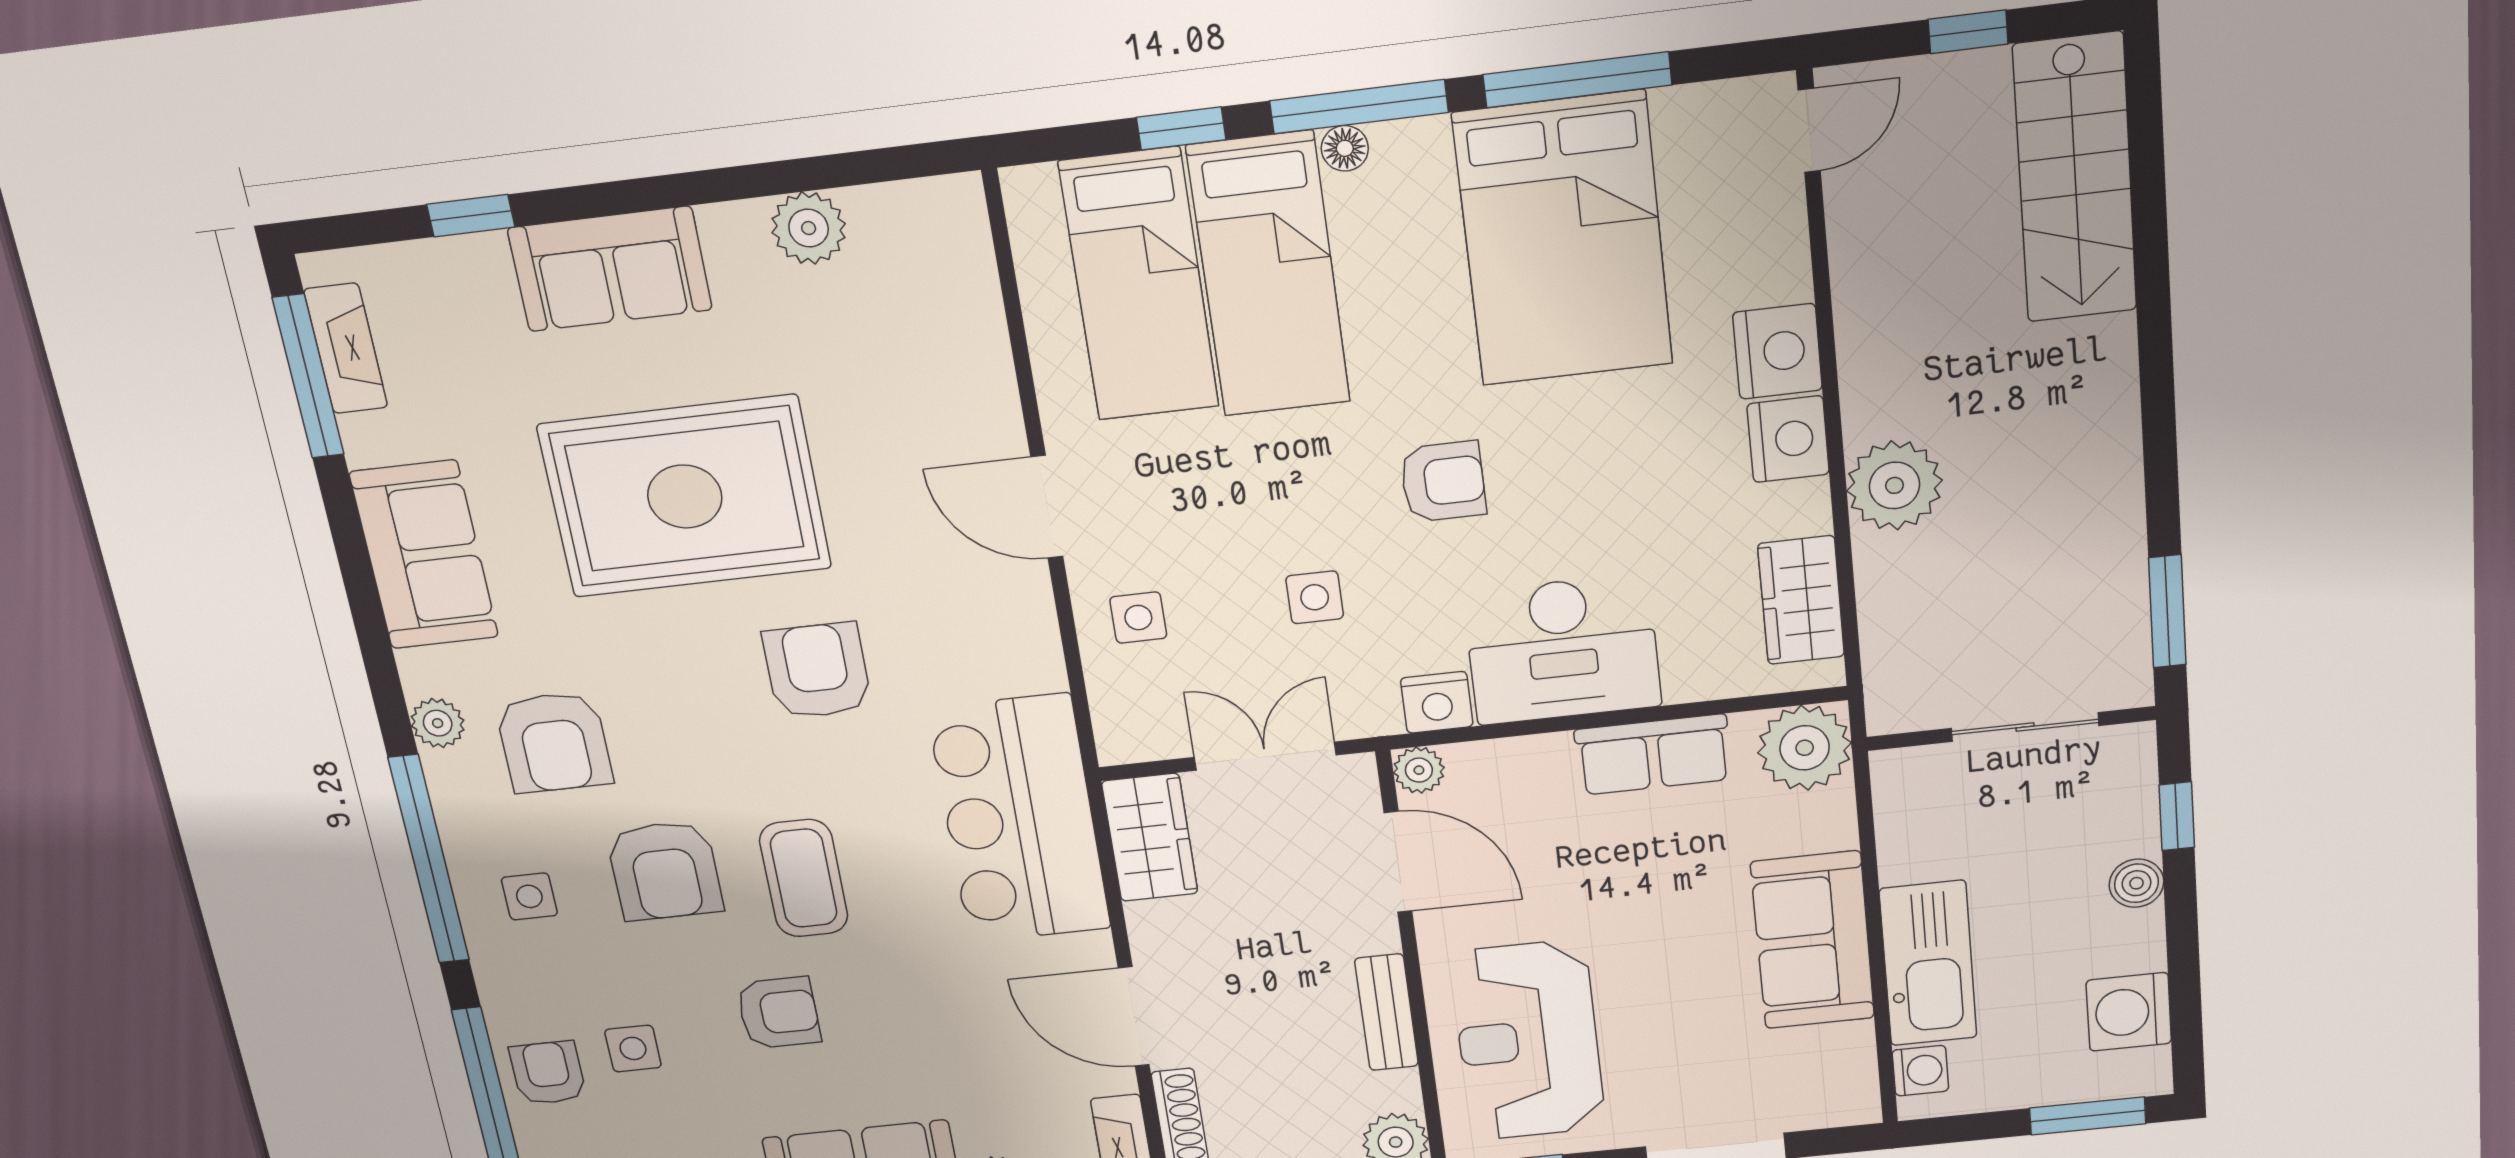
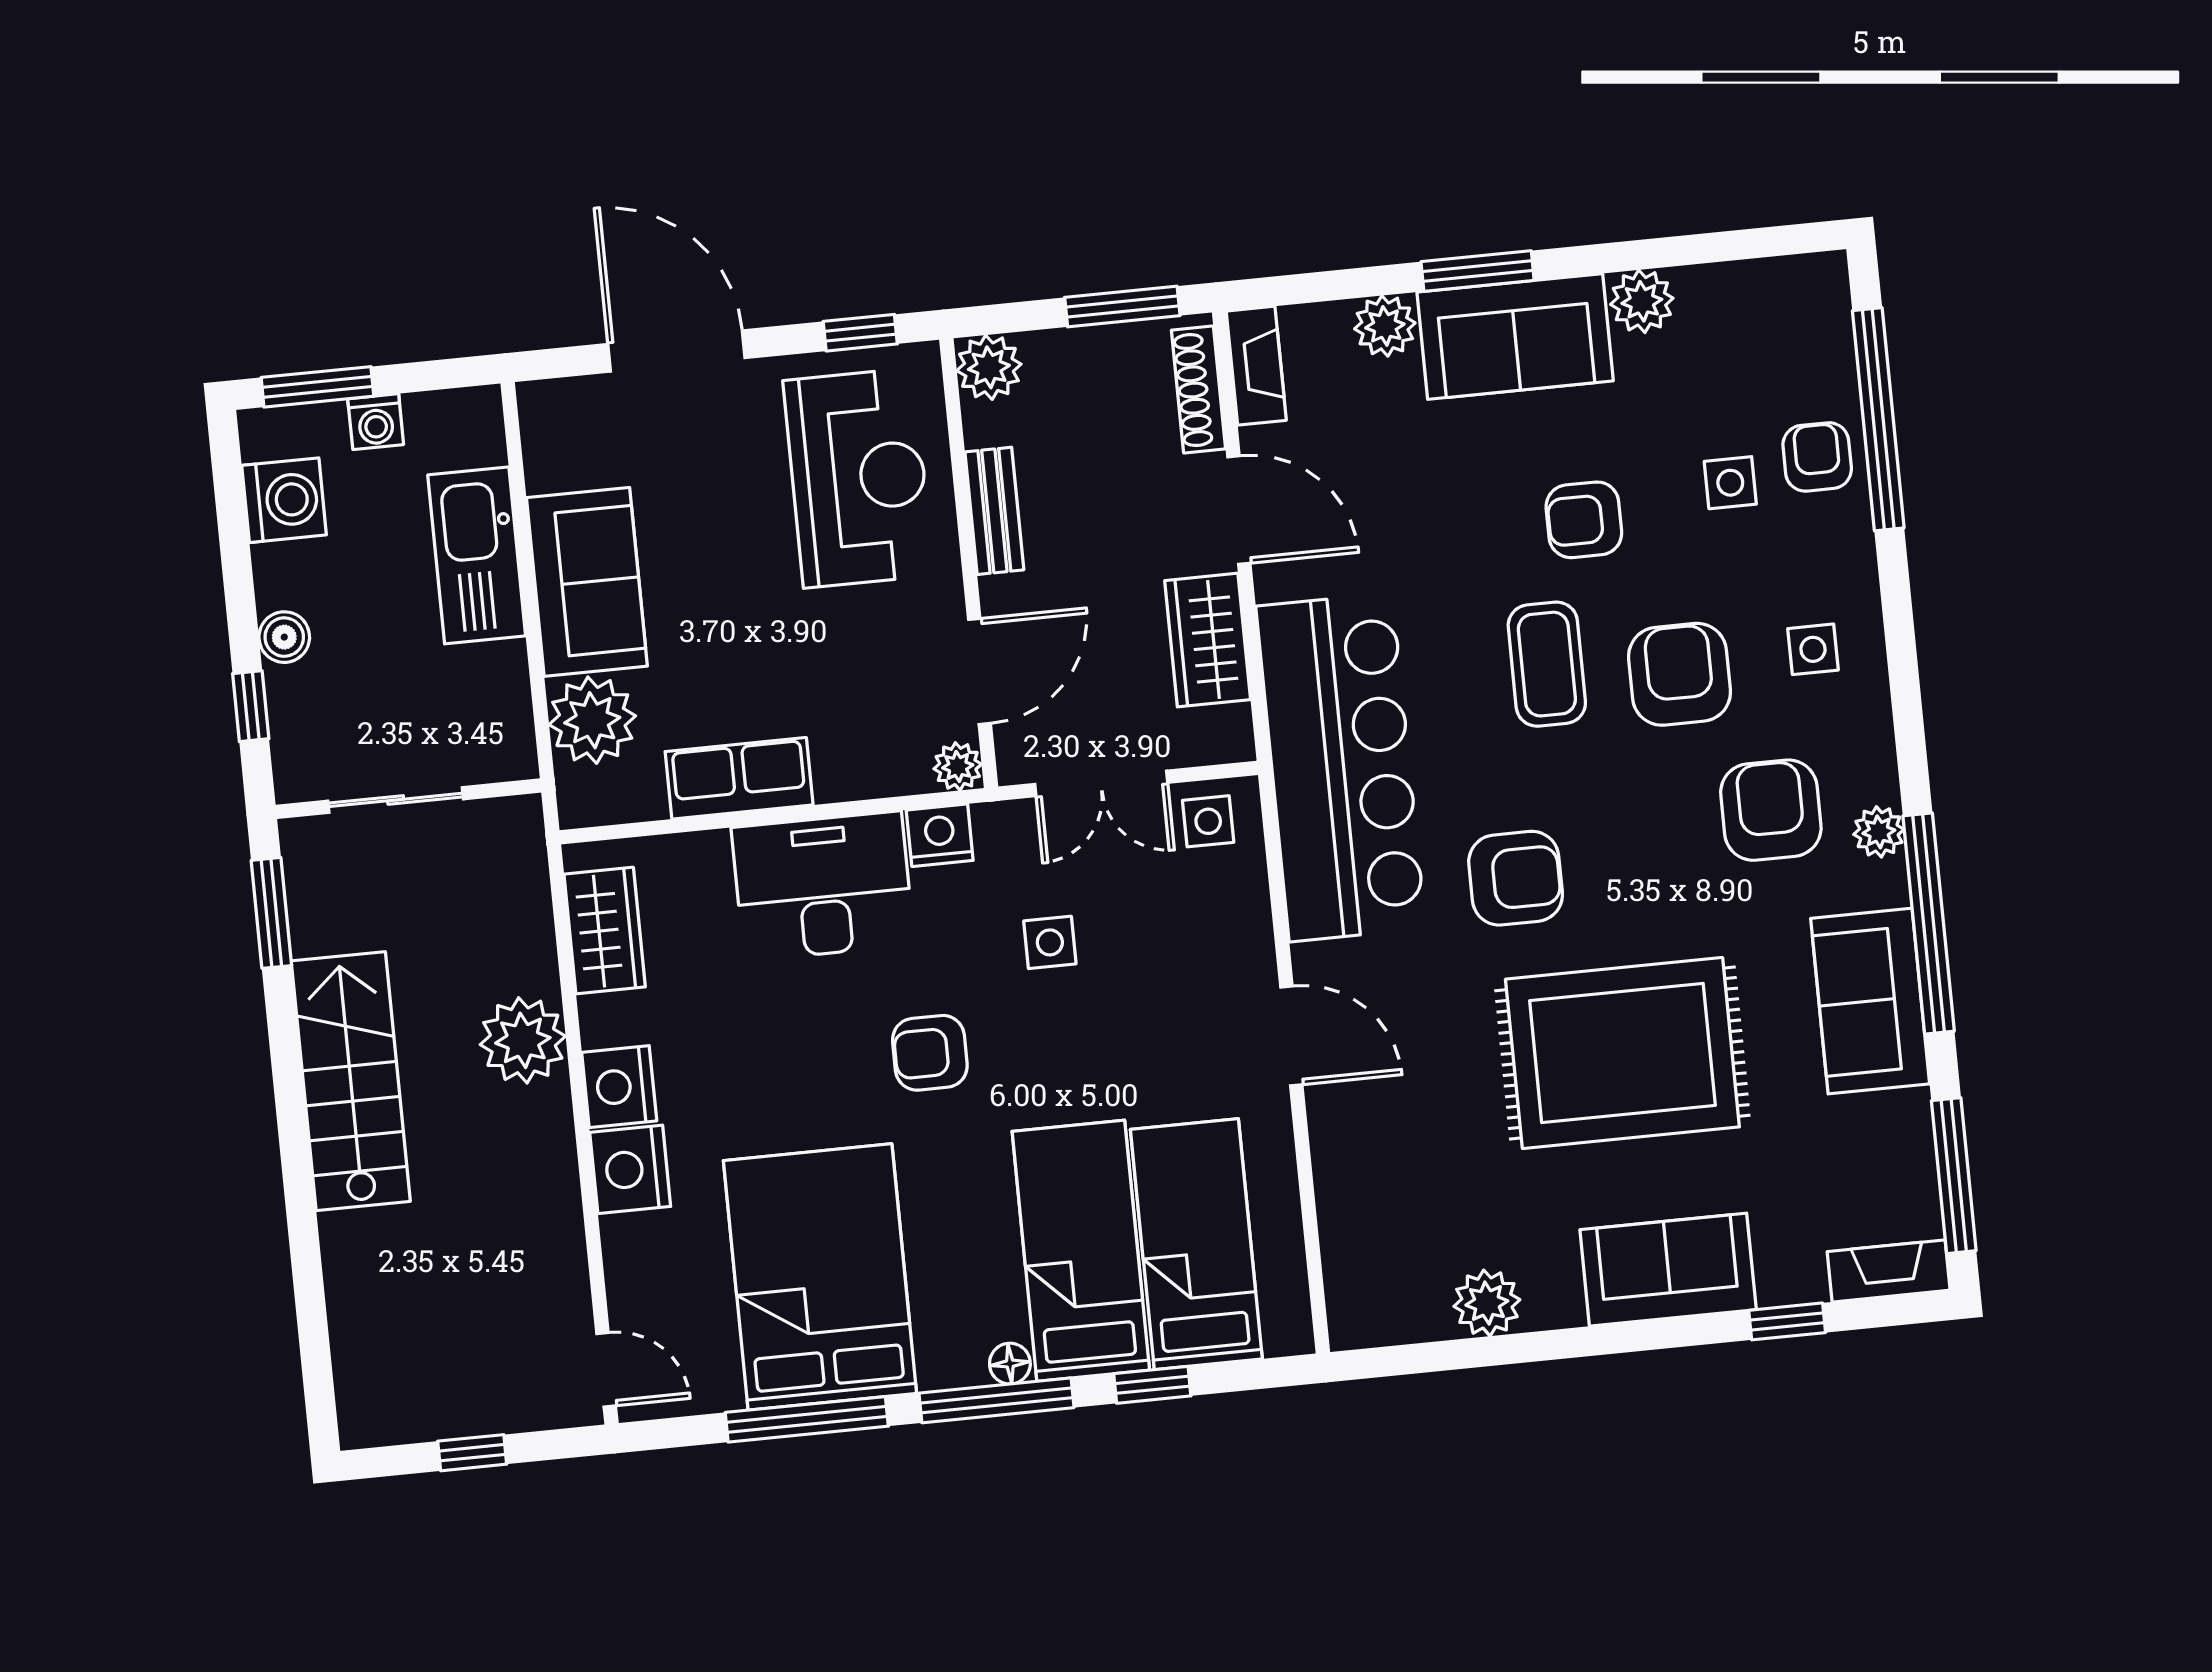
door: (1809, 130) -> (606, 1370), swing flipped
stairs: (2075, 178) -> (351, 1081), moved
fireplace: (346, 348) -> (1889, 1271), moved, turned 90
side table: (1138, 618) -> (1208, 821), moved
armchair: (817, 671) -> (1516, 878), turned -90
plant: (1805, 748) -> (592, 720), moved
bar counter: (1019, 819) -> (1341, 767), width x1.36
wardrobe: (1150, 838) -> (1208, 640), moved
window: (429, 860) -> (1929, 924), moved
door: (1398, 862) -> (980, 671), swing flipped
washing machine: (1920, 1071) -> (376, 422), moved, turned -90
armchair: (548, 1073) -> (1817, 457), turned 180

